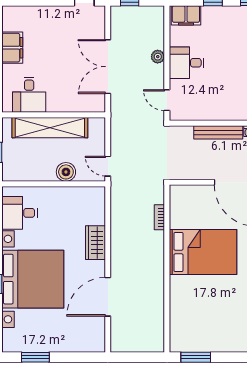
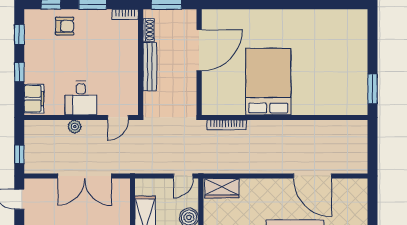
bookcase: (159, 217) -> (227, 125), width x1.56
wardrobe: (95, 243) -> (222, 188), moved

